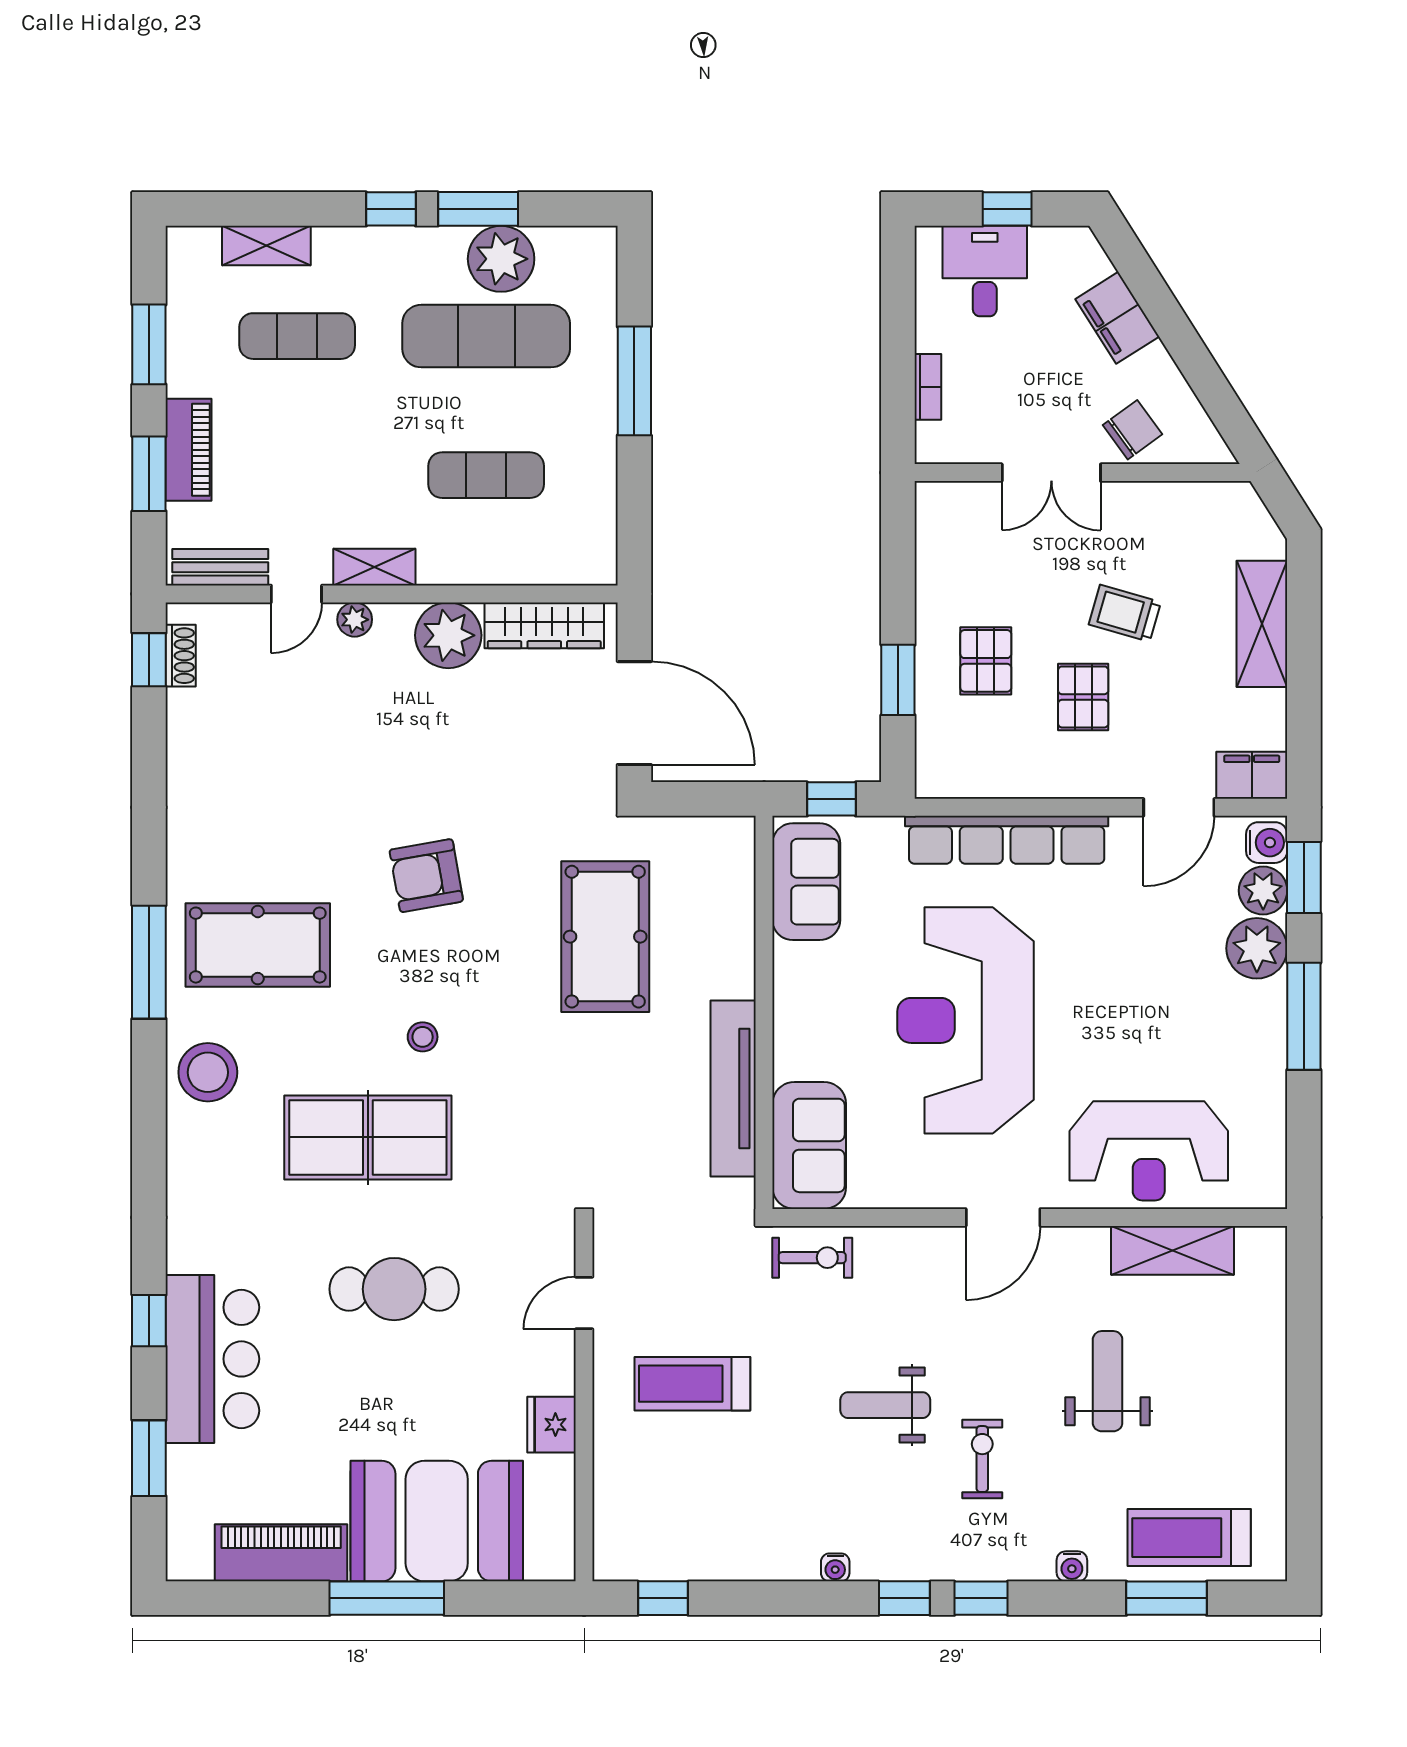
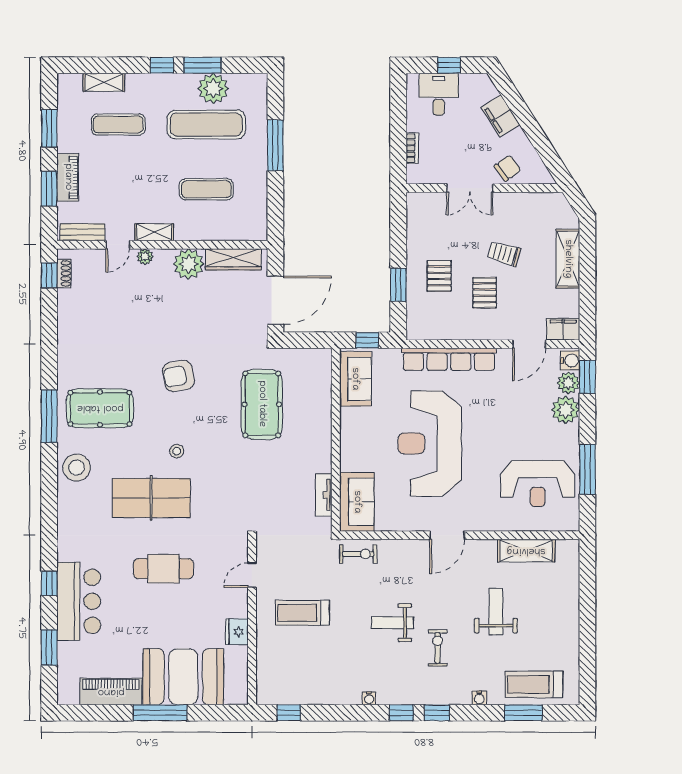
door: (634, 713) -> (275, 300), hinge flipped
window: (1304, 1016) -> (587, 469), moved
tv unit: (733, 1089) -> (324, 495), width x0.52, depth x0.78
reception desk: (1149, 1151) -> (538, 483), moved

